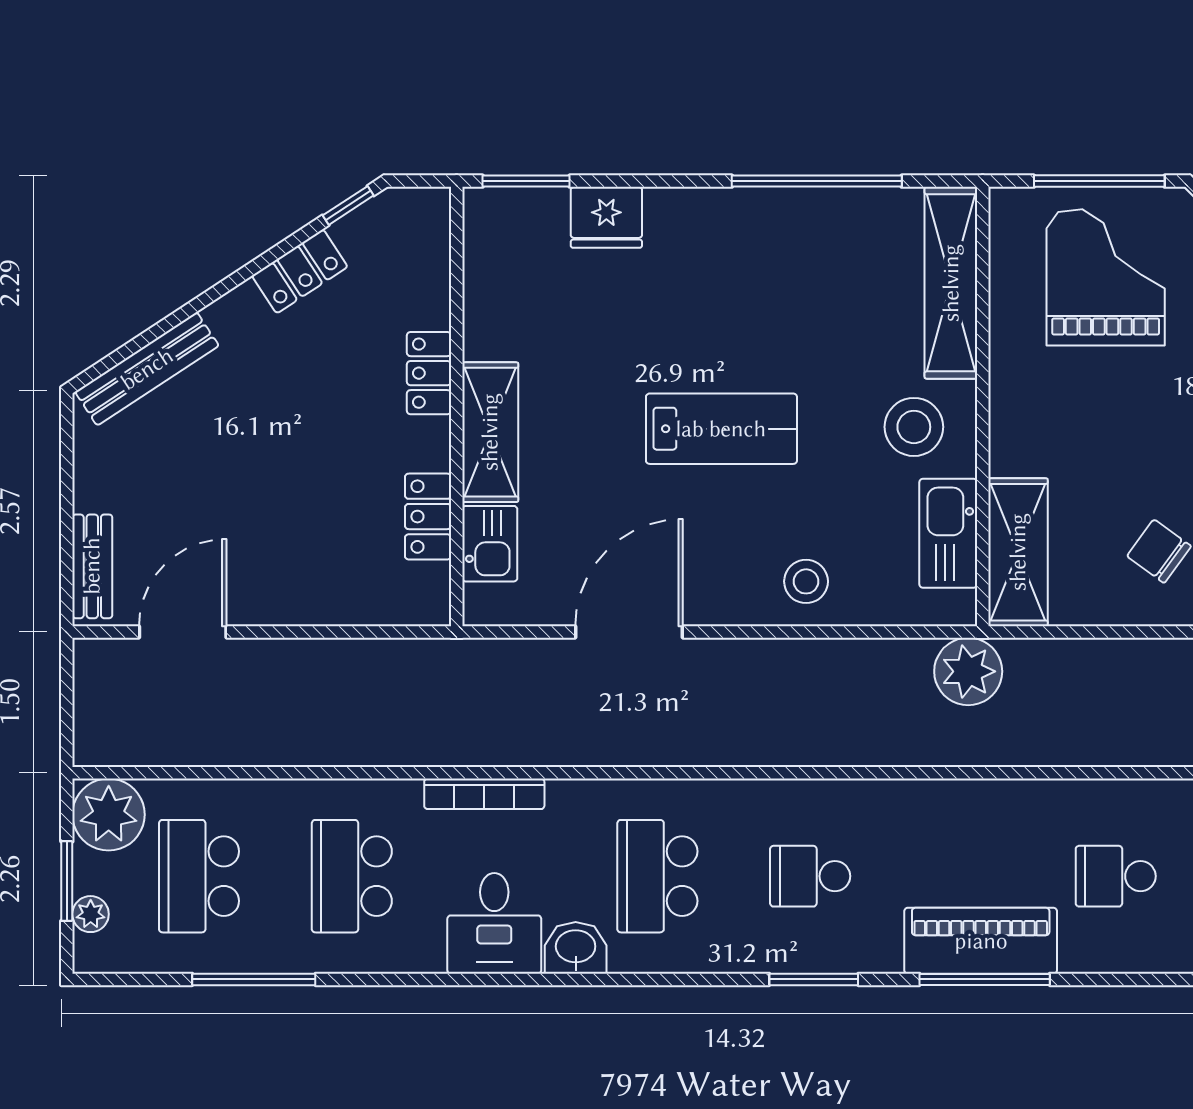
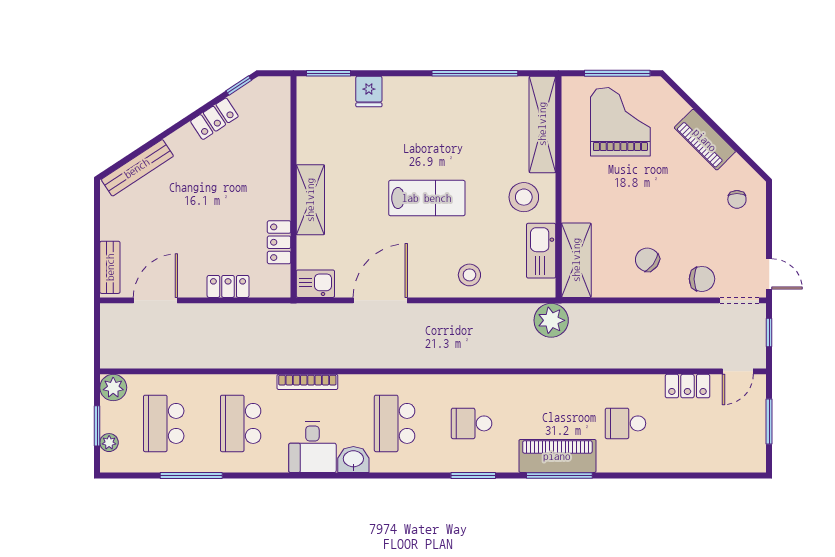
fridge: (606, 217) -> (369, 92), width x0.72
locker: (429, 373) -> (228, 286), moved, turned 90
kitchen sink: (490, 544) -> (315, 284), moved, turned -90
plant: (109, 815) -> (113, 388), width x0.73, depth x0.73

